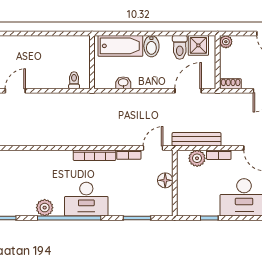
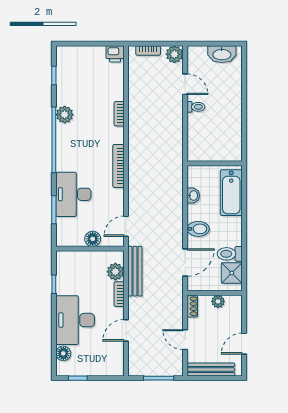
plant: (226, 42) -> (218, 301), moved
bidet: (151, 46) -> (198, 229), moved, turned 180
toilet: (74, 80) -> (196, 107), moved
door: (188, 91) -> (185, 262), hinge flipped
door: (153, 148) -> (126, 226), swing flipped
bookcase: (129, 155) -> (119, 114), moved
desk: (86, 199) -> (73, 194), moved

